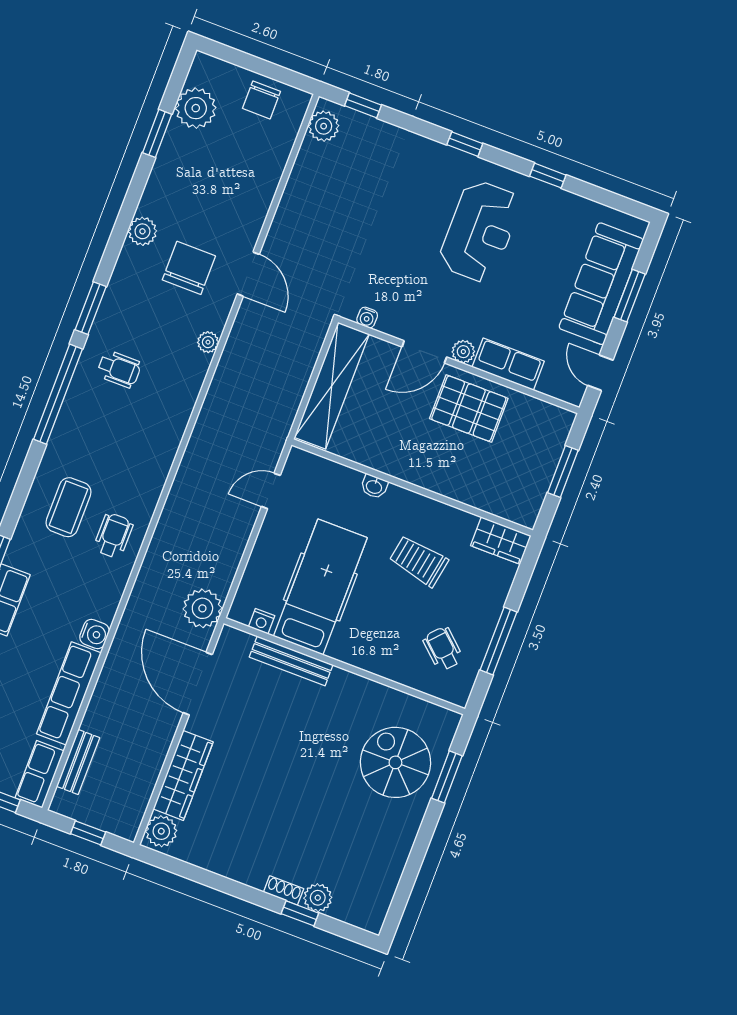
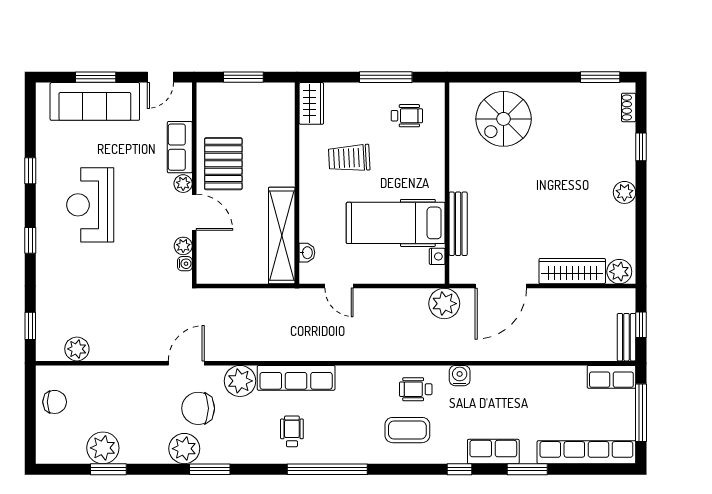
plant: (196, 108) -> (103, 448), moved
plant: (324, 126) -> (77, 349), moved
plant: (142, 231) -> (184, 449), width x1.36, depth x1.36
reception desk: (480, 231) -> (90, 205), turned -90
window: (91, 308) -> (210, 469), moved
plant: (389, 324) -> (183, 246), added
plant: (208, 342) -> (240, 381), width x1.88, depth x1.88
shelving: (332, 386) -> (282, 236), moved, turned 90
washbasin: (374, 486) -> (307, 253), moved
trolley: (419, 561) -> (349, 158), turned 77
water cooler: (94, 634) -> (460, 376), moved
wheelchair: (443, 649) -> (407, 116), turned -132
row of seats: (69, 693) -> (296, 378), moved
bench: (78, 762) -> (626, 337), moved, turned 90
window: (447, 777) -> (600, 77), moved
shoe rack: (284, 890) -> (629, 107), moved
plant: (318, 898) -> (624, 192), moved

